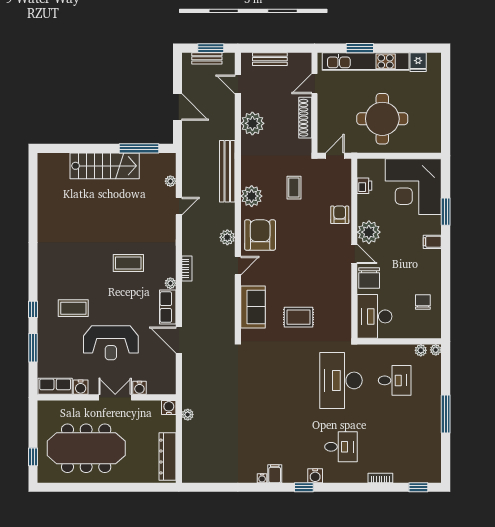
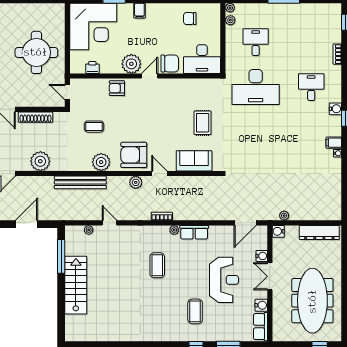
door: (179, 340) -> (245, 223), moved

